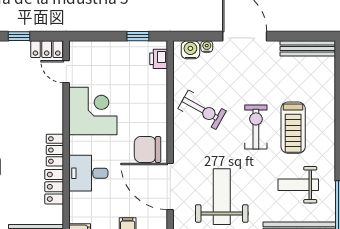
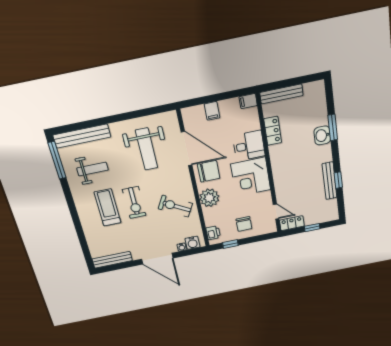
chair: (114, 63) -> (244, 224), added
corner desk: (93, 111) -> (251, 177), moved
plant: (154, 112) -> (209, 198), added
locker: (55, 150) -> (276, 157), removed

